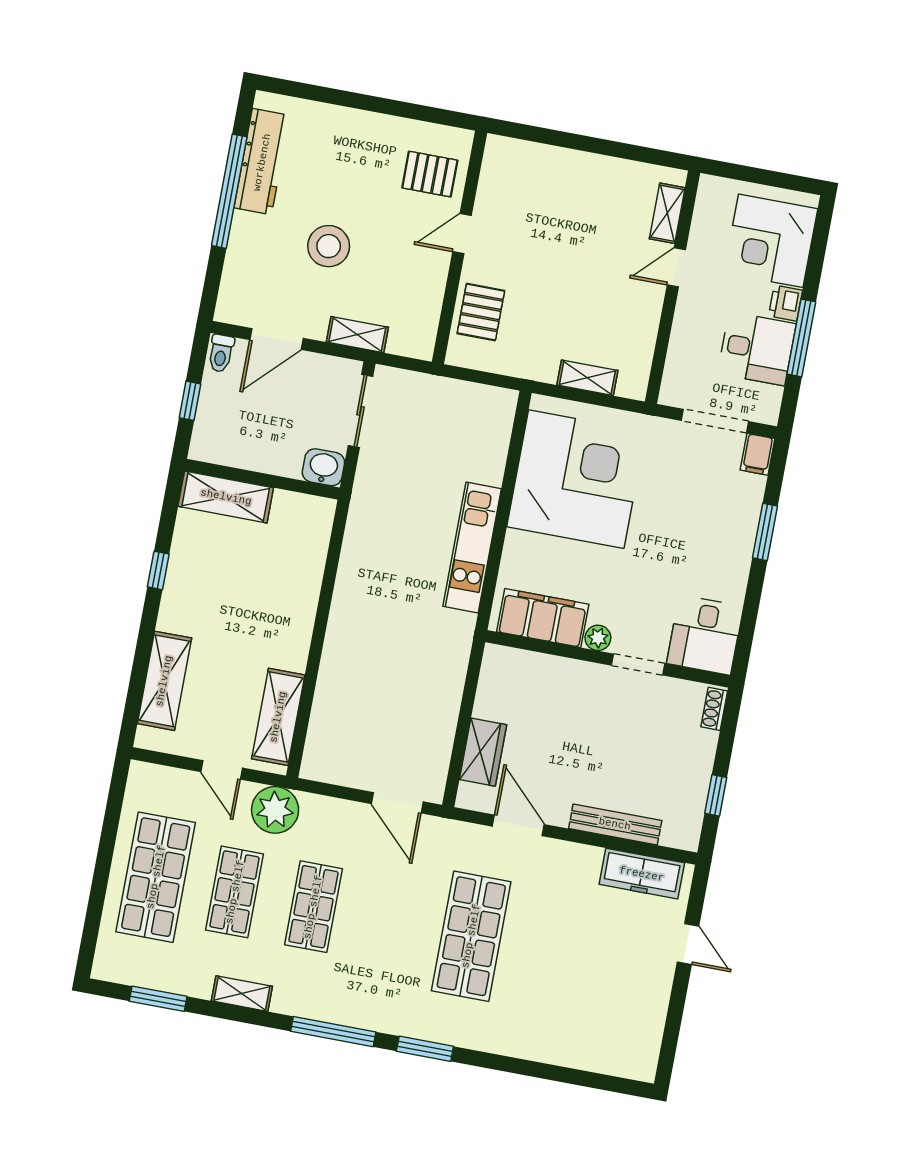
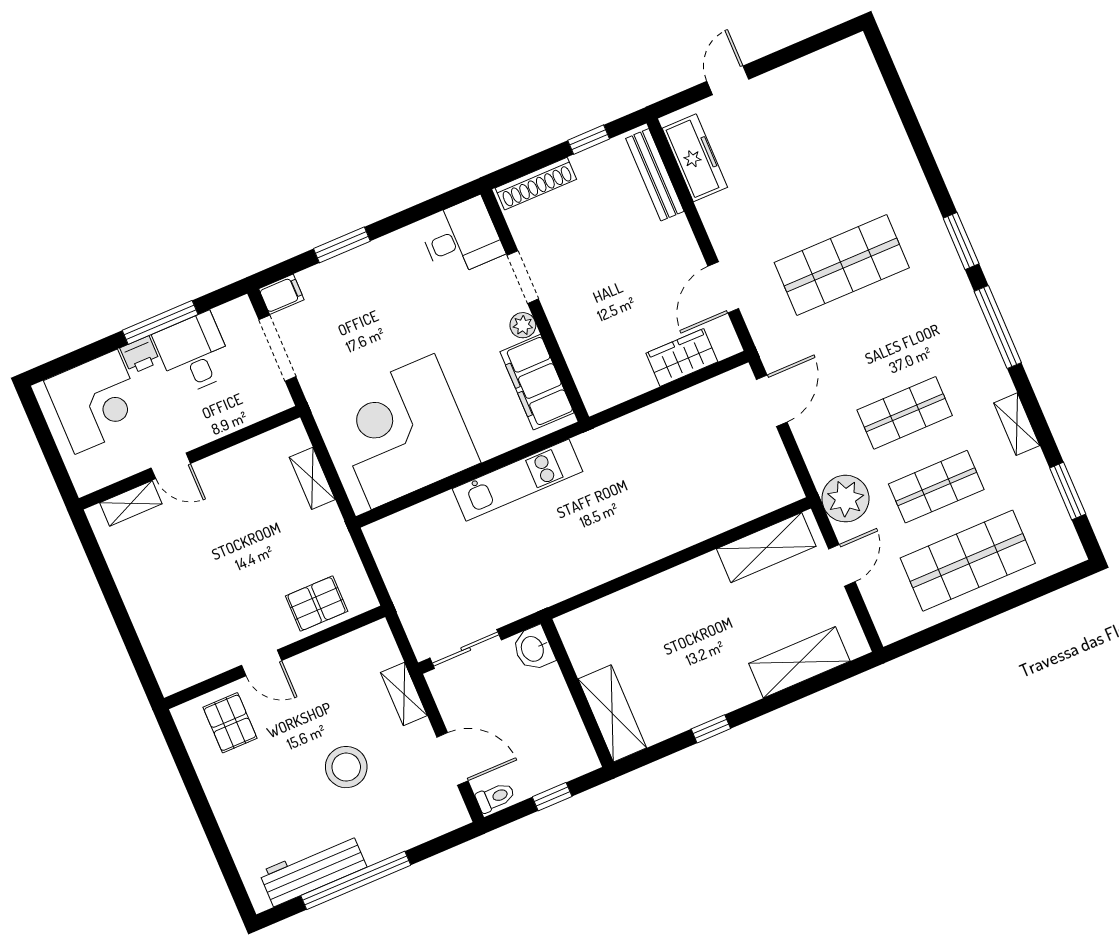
shoe rack: (714, 709) -> (536, 184), width x1.94, depth x1.24
bench: (615, 824) -> (655, 175), moved

